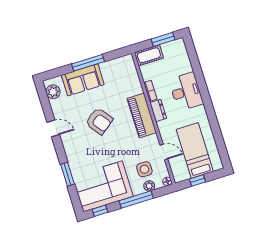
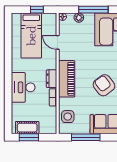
cot: (149, 55) -> (27, 128), moved
window: (88, 63) -> (86, 137), moved
side table: (144, 169) -> (68, 117), moved

